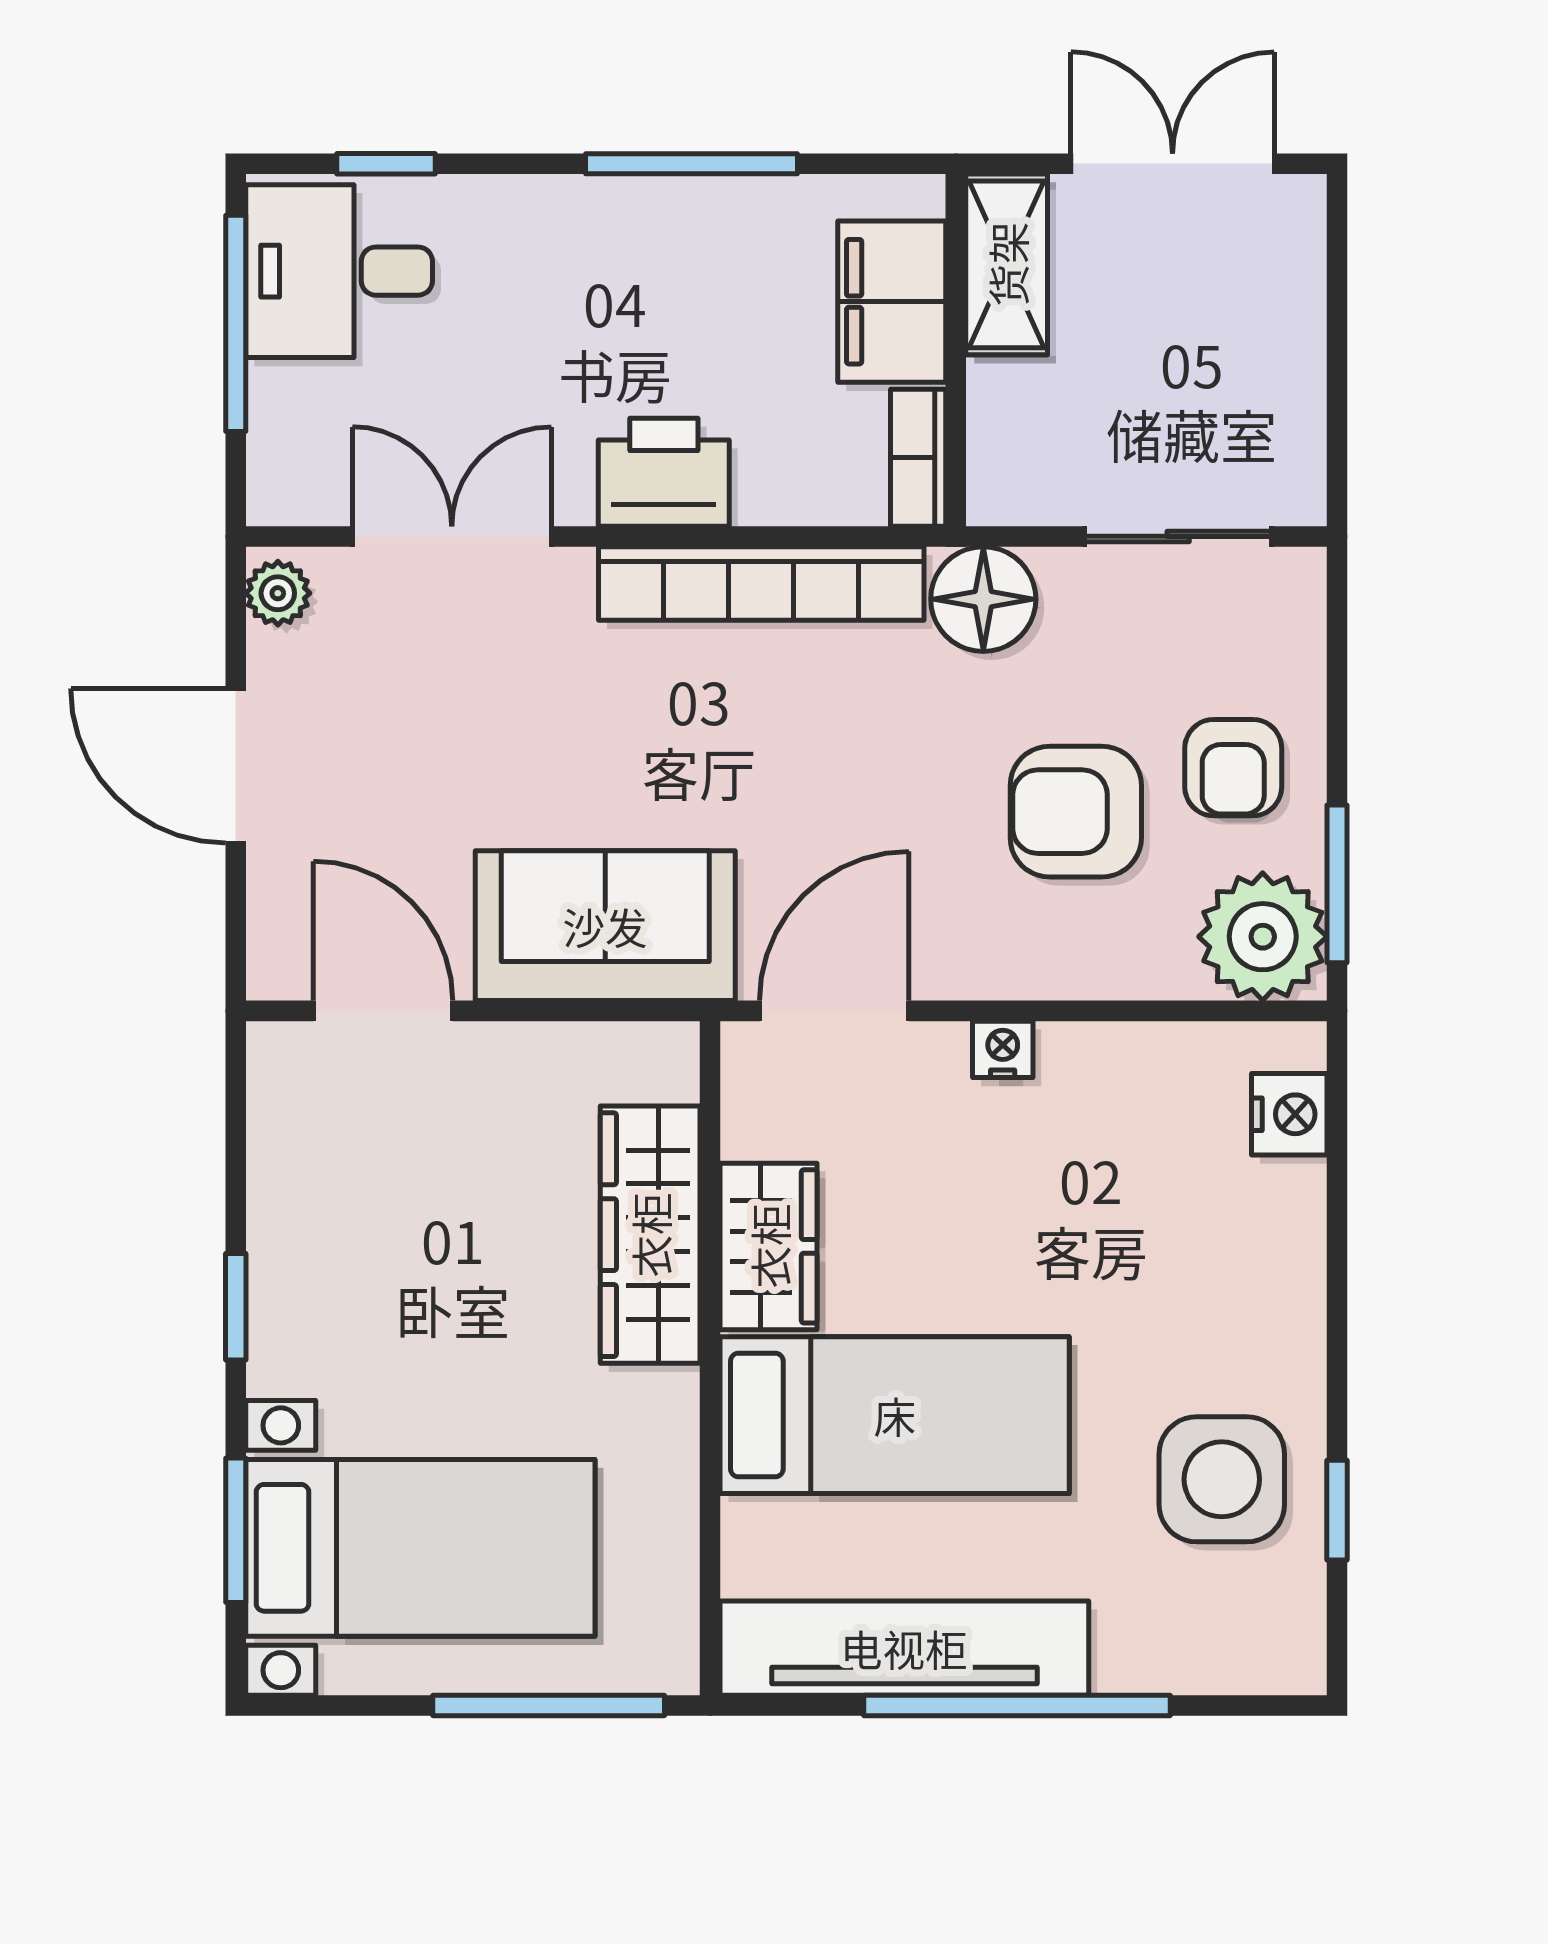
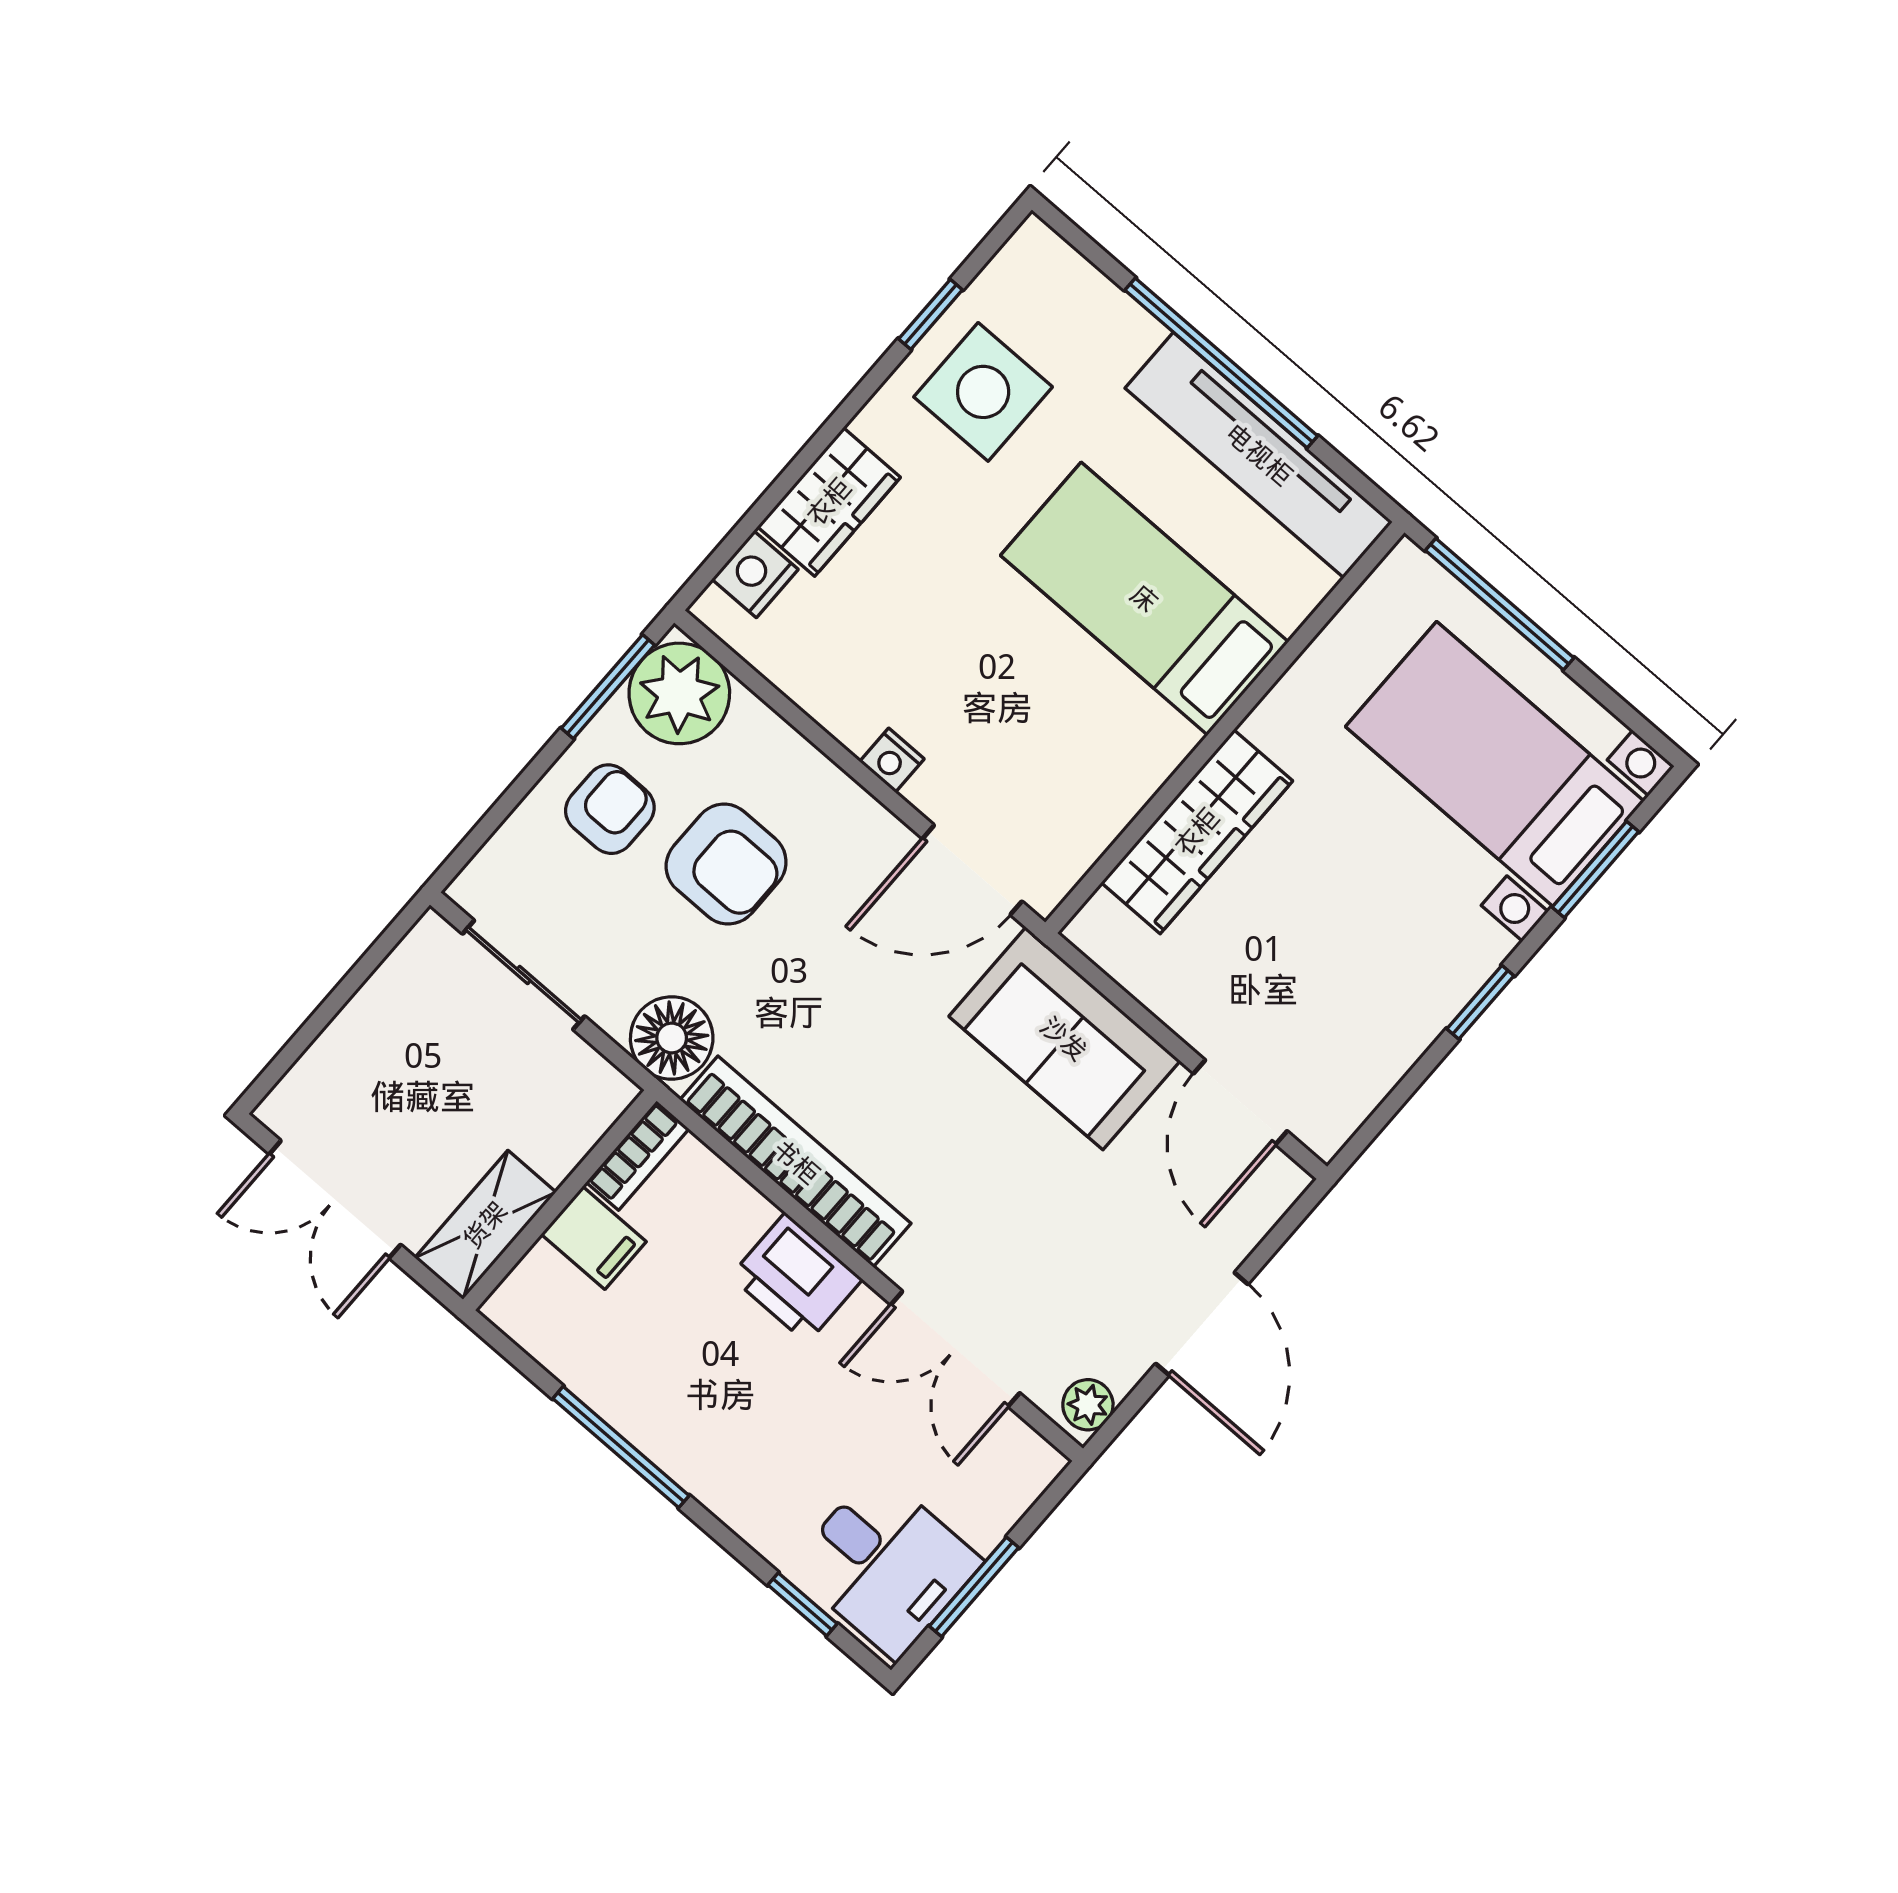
filing cabinet: (892, 302) -> (594, 1238), width x0.50
window: (236, 323) -> (974, 1587), width x0.69
wardrobe: (769, 1246) -> (829, 502), moved, turned 180

